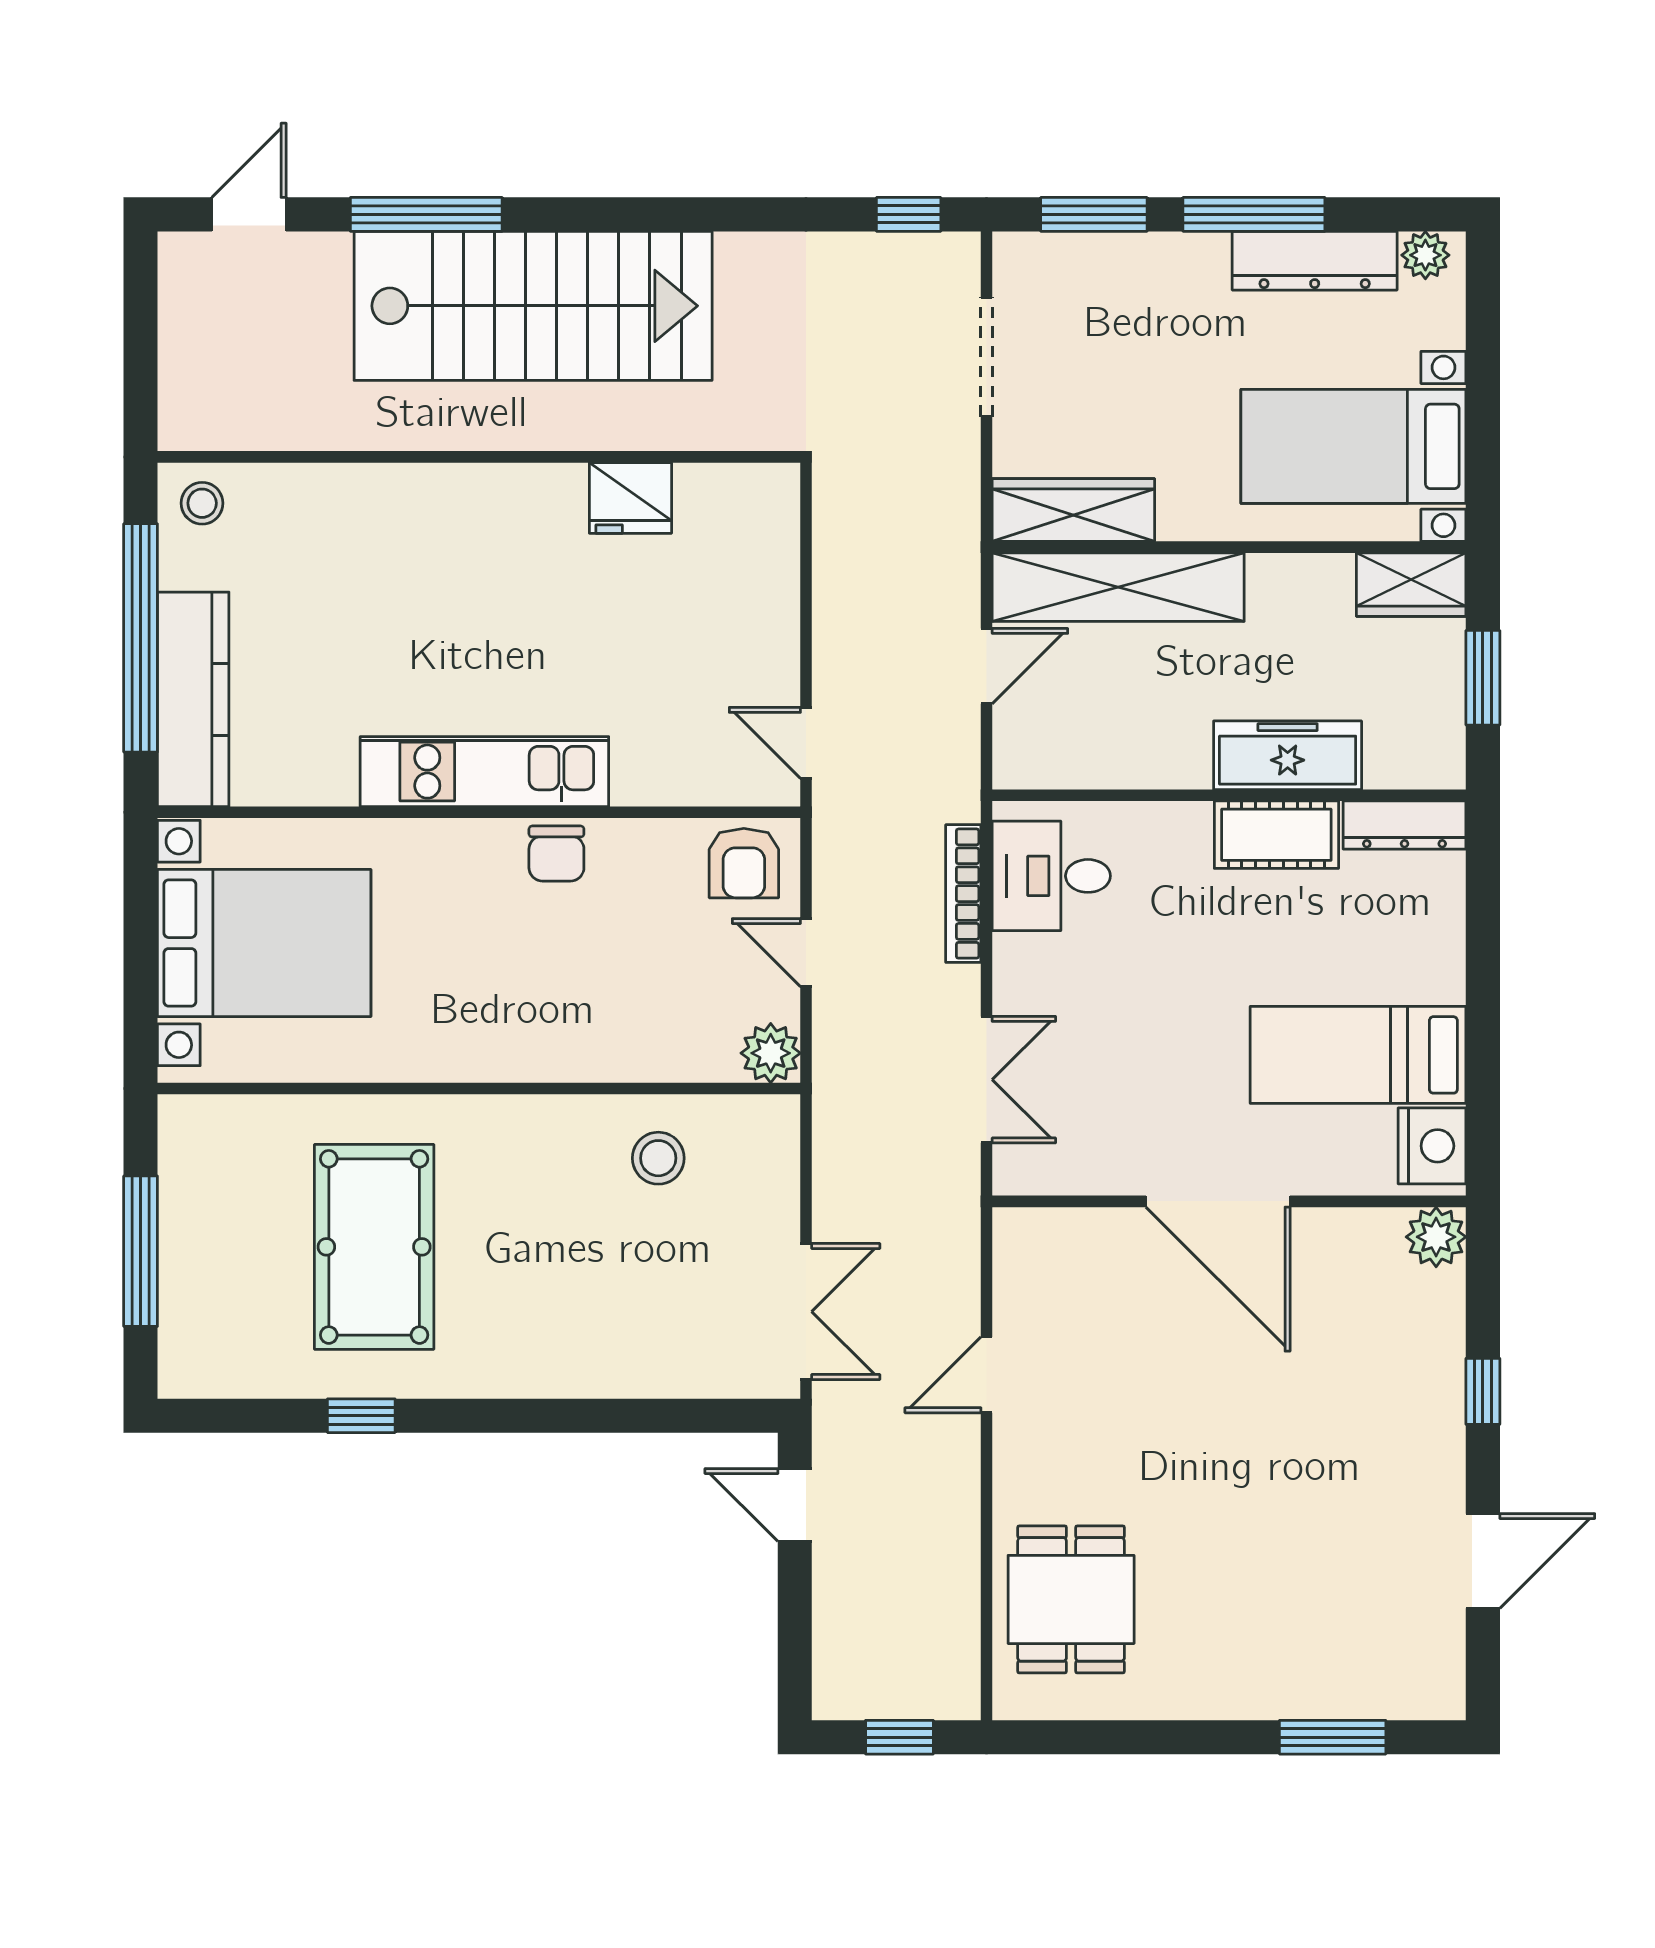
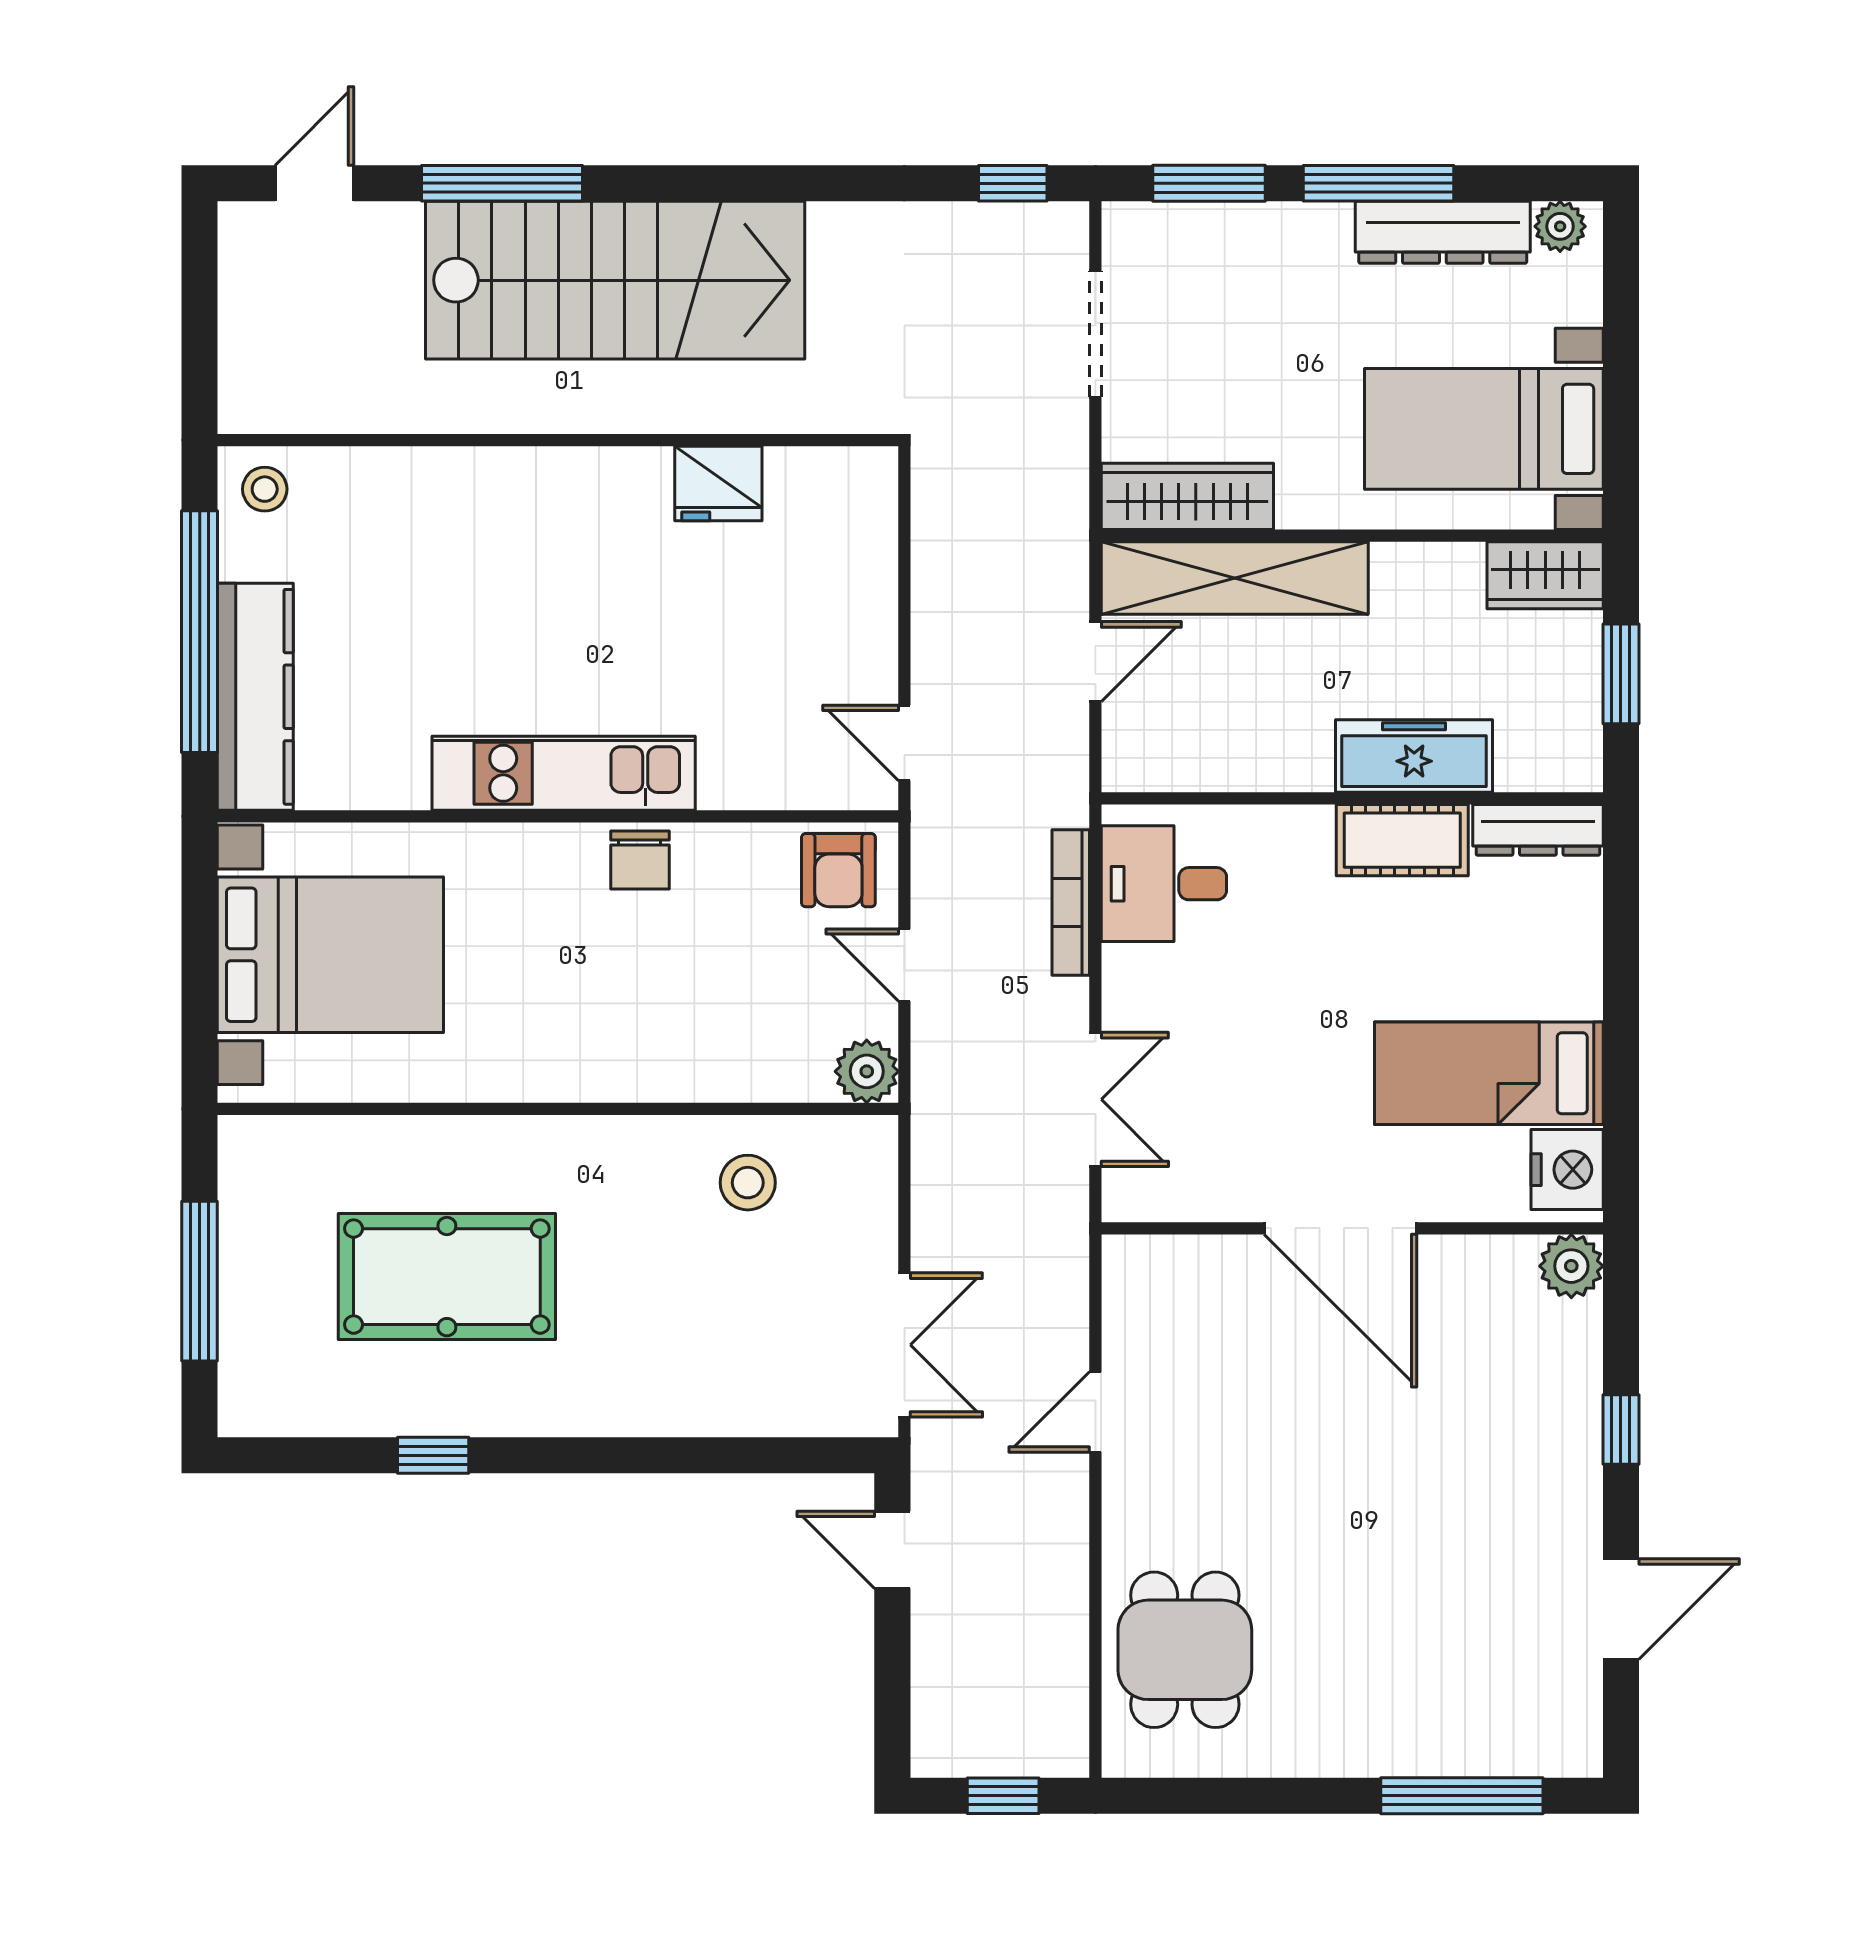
pool table: (374, 1247) -> (447, 1277), turned 90
window: (1333, 1737) -> (1462, 1796), width x1.44

